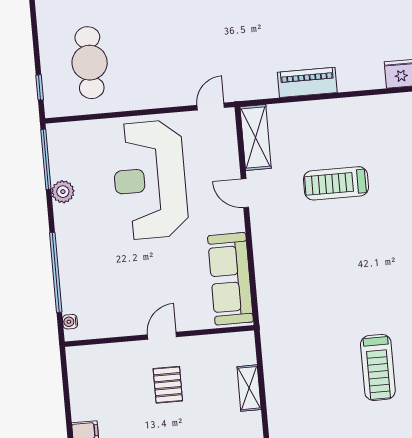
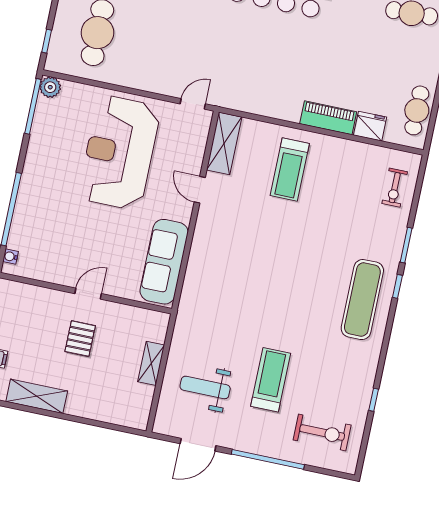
piano: (307, 82) -> (328, 118), moved
treadmill: (336, 183) -> (290, 170), moved, turned -90
plant: (63, 192) -> (50, 87), moved
treadmill: (378, 367) -> (271, 380), turned 180
weight bench: (312, 396) -> (205, 387), added

